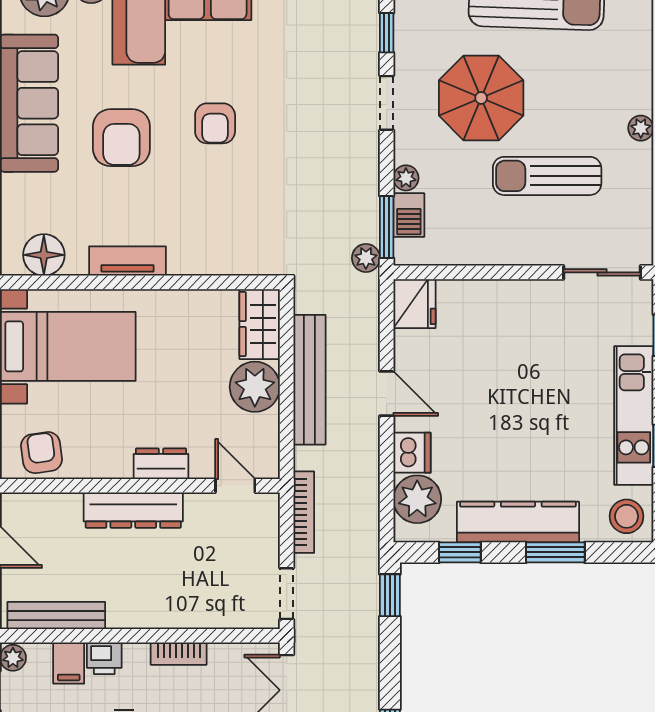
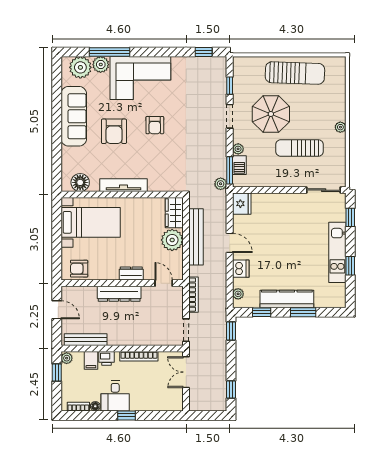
tv unit: (128, 261) -> (123, 185), width x1.41
armchair: (42, 453) -> (79, 269), turned -82
plant: (417, 499) -> (238, 294), width x0.53, depth x0.53
stool: (627, 516) -> (334, 296), removed
bookcase: (179, 654) -> (139, 356), width x1.56

